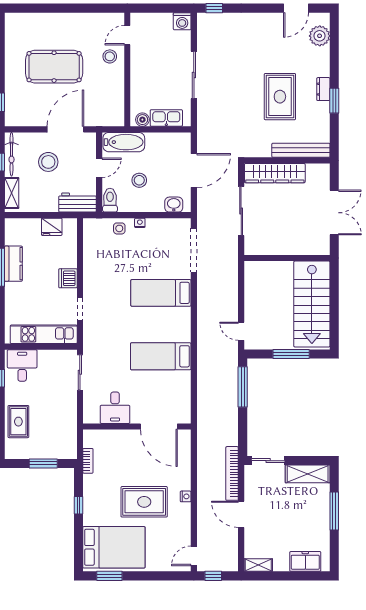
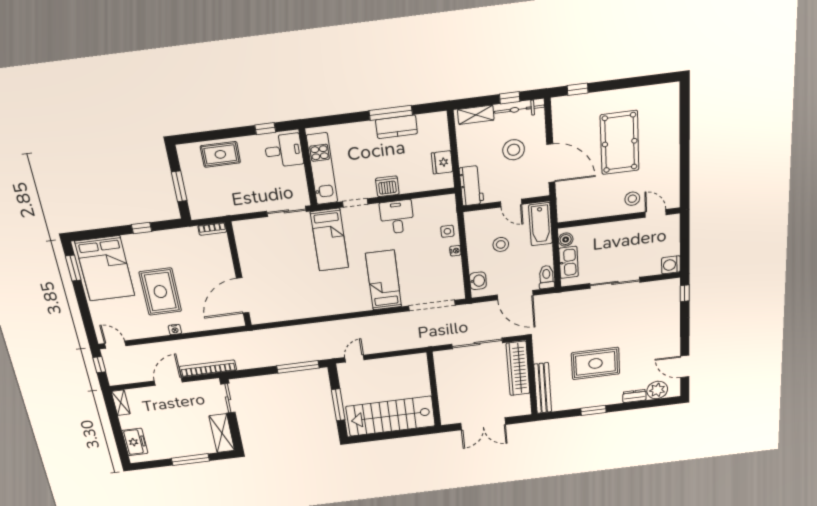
dresser: (323, 89) -> (634, 396), moved
toilet: (110, 200) -> (546, 277), moved, turned -90
bed: (161, 356) -> (330, 240), moved, turned 180
desk: (115, 408) -> (397, 217), moved, turned 90
bookcase: (88, 461) -> (212, 229), moved

